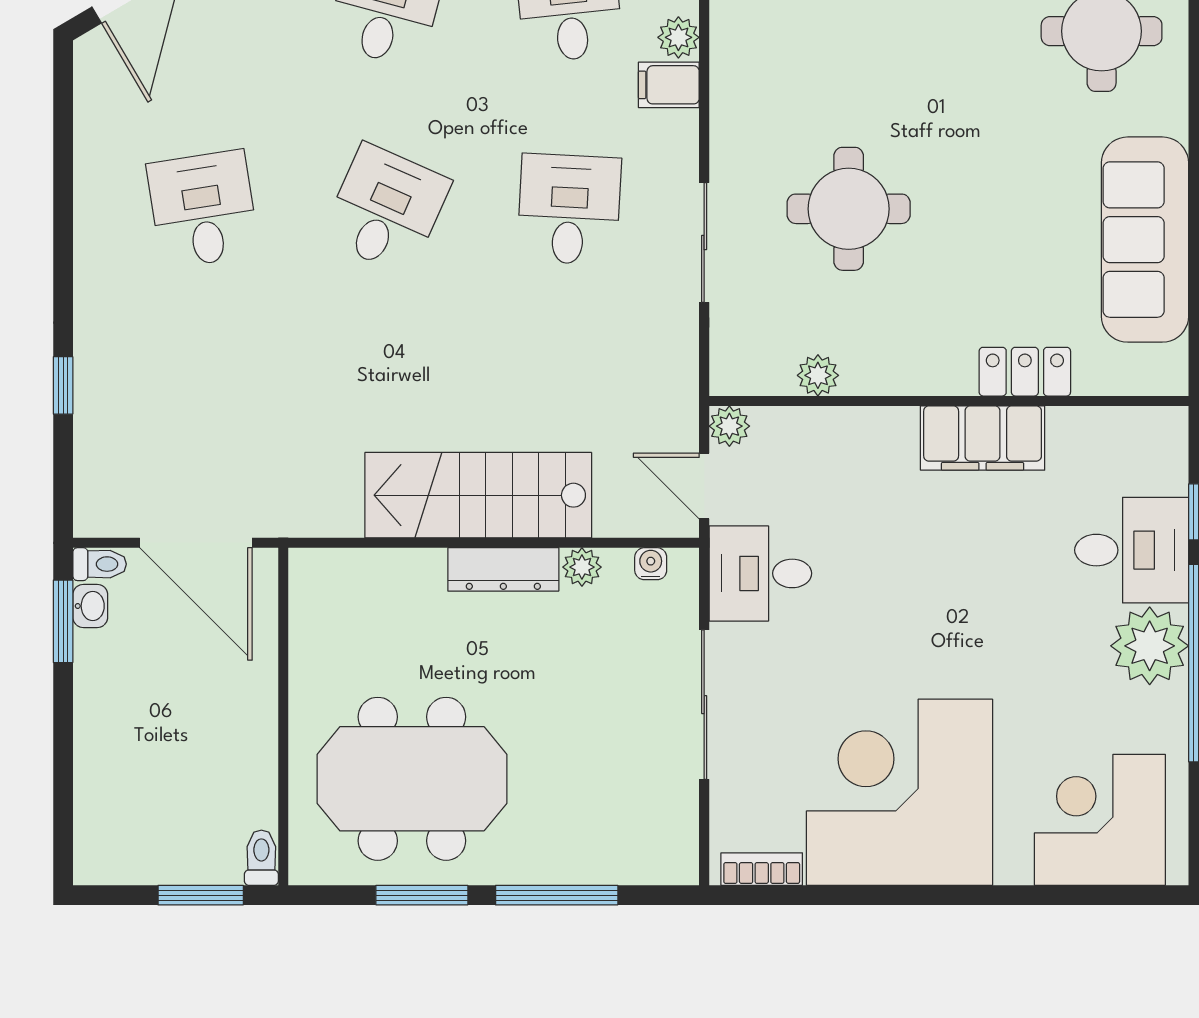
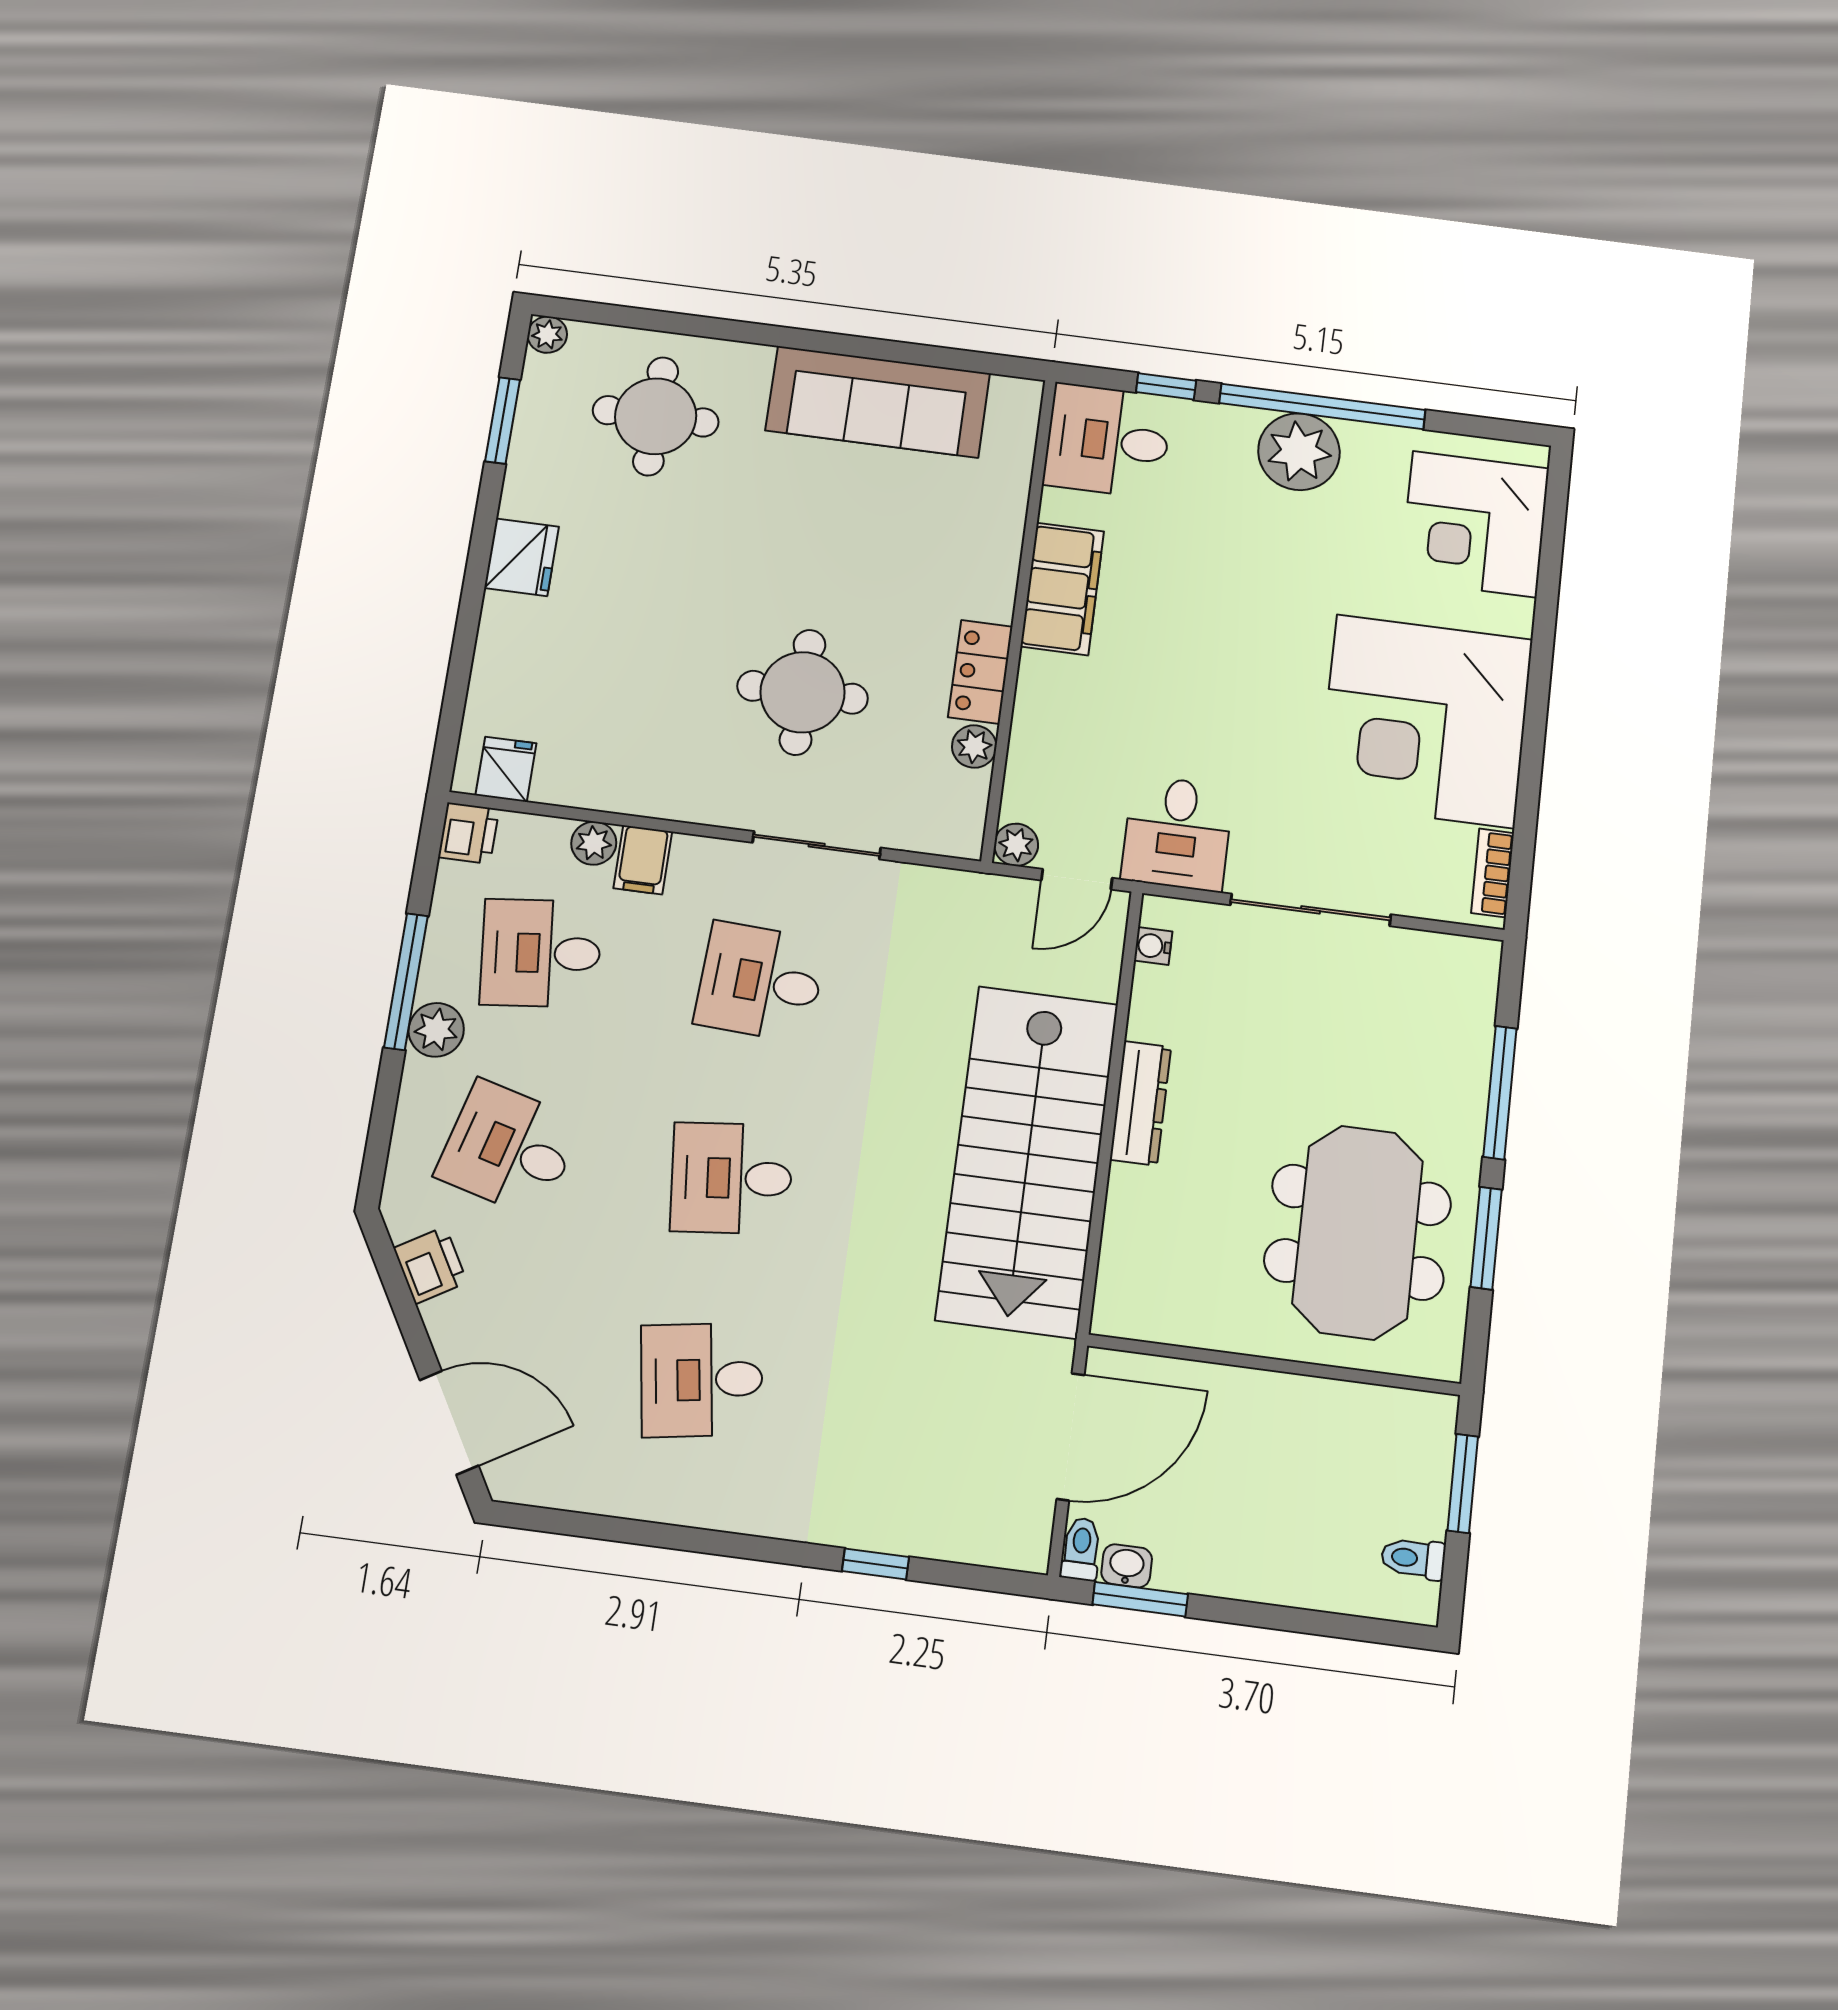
desk: (386, 209) -> (731, 1178), turned -30
locker: (1025, 372) -> (980, 672), moved
stairs: (478, 495) -> (1027, 1161), width x1.36, depth x1.51
desk: (1132, 550) -> (1108, 441), moved, turned -90
plant: (582, 567) -> (1148, 1019), removed
toilet: (261, 858) -> (1413, 1558), moved

